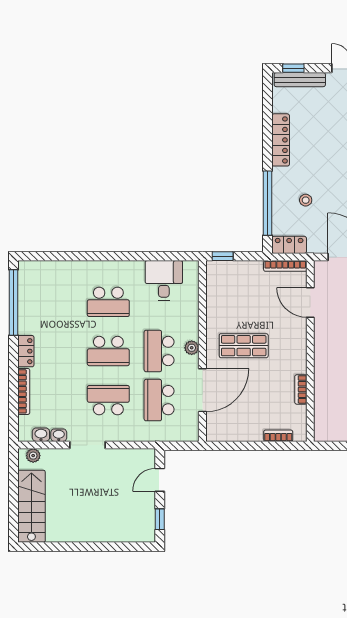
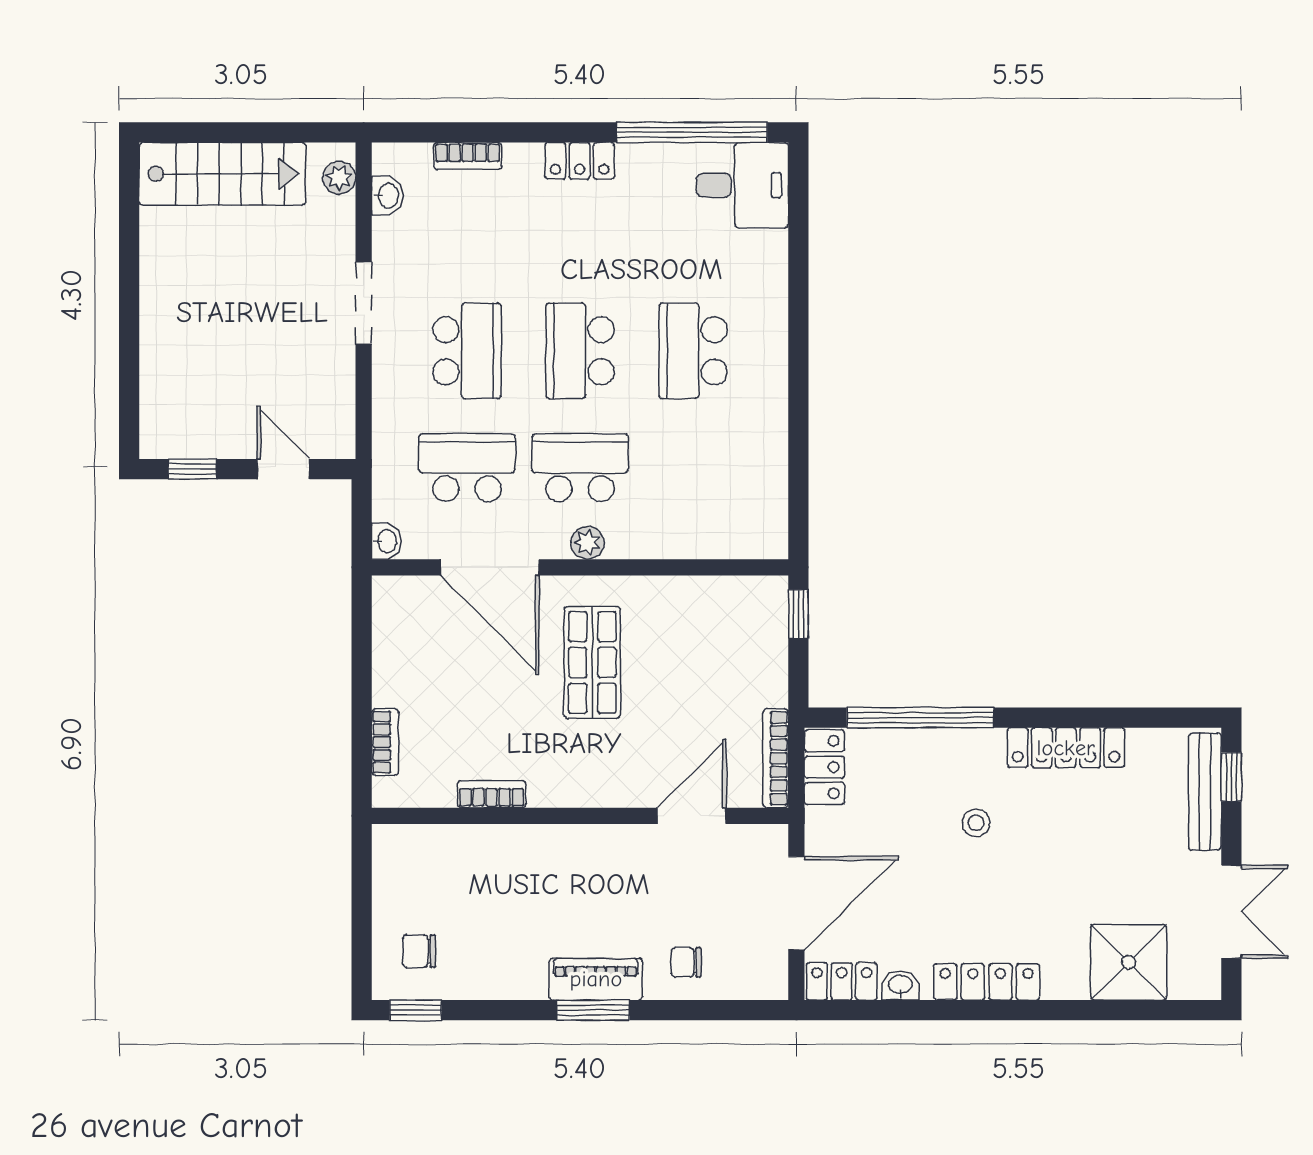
stool: (306, 200) -> (976, 823), moved
desk: (164, 281) -> (742, 185), moved
bookcase: (24, 391) -> (468, 156), width x0.64
washbasin: (59, 435) -> (386, 541), moved

